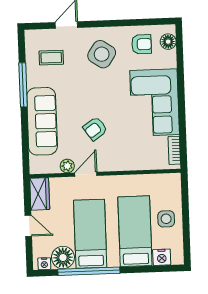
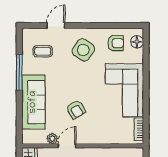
armchair: (95, 129) -> (76, 110), turned -86

